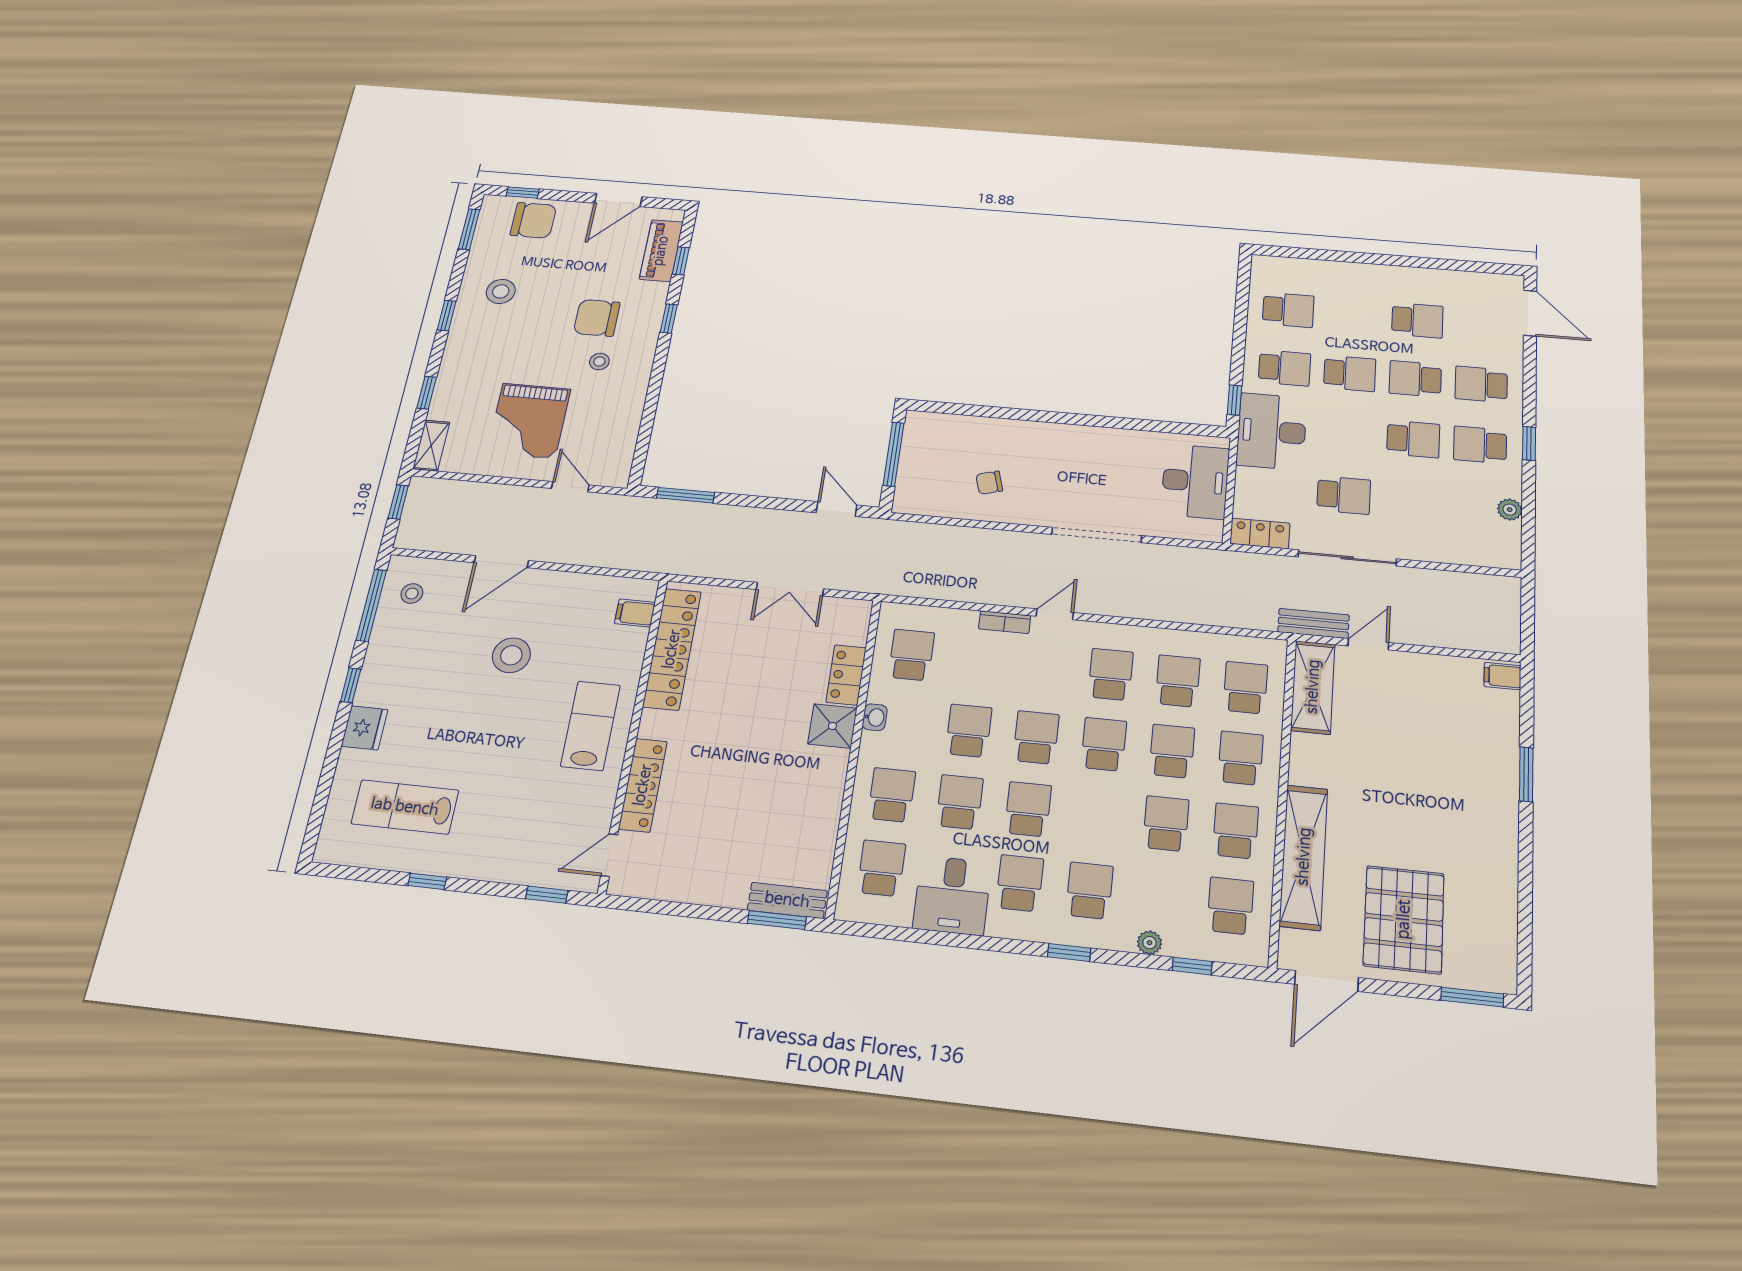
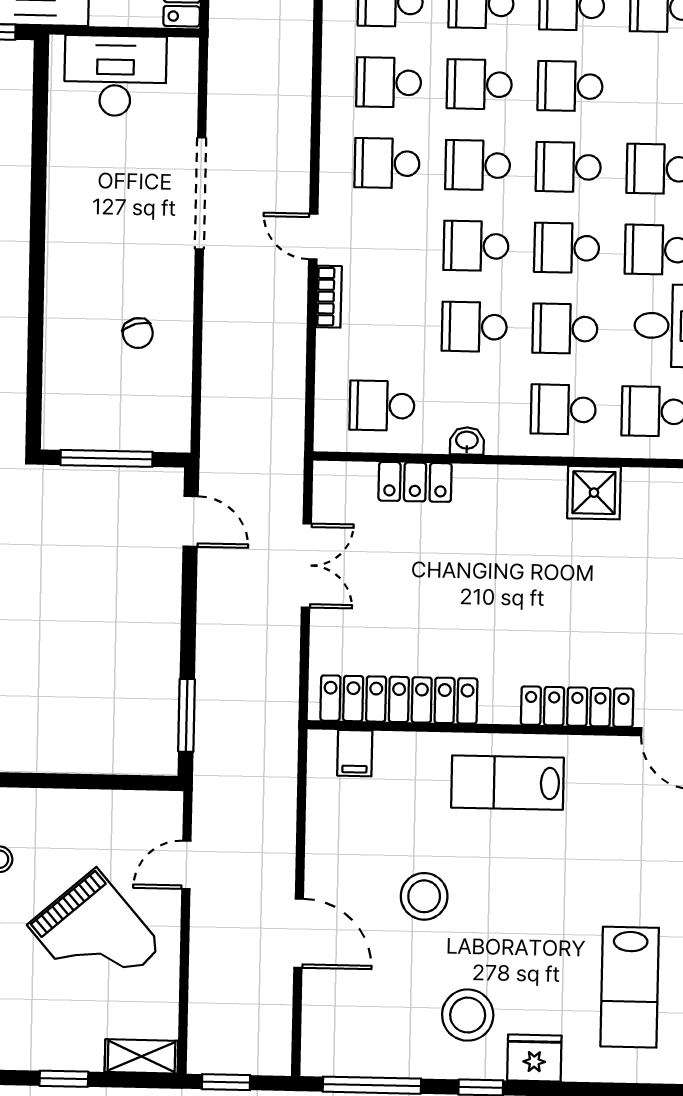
grand piano: (529, 421) -> (95, 936), turned 49
door: (837, 509) -> (191, 521), swing flipped
stool: (412, 593) -> (468, 1015), moved, width x1.89, depth x1.89
shower: (832, 726) -> (594, 493), moved
school desk: (1097, 816) -> (568, 167), added

